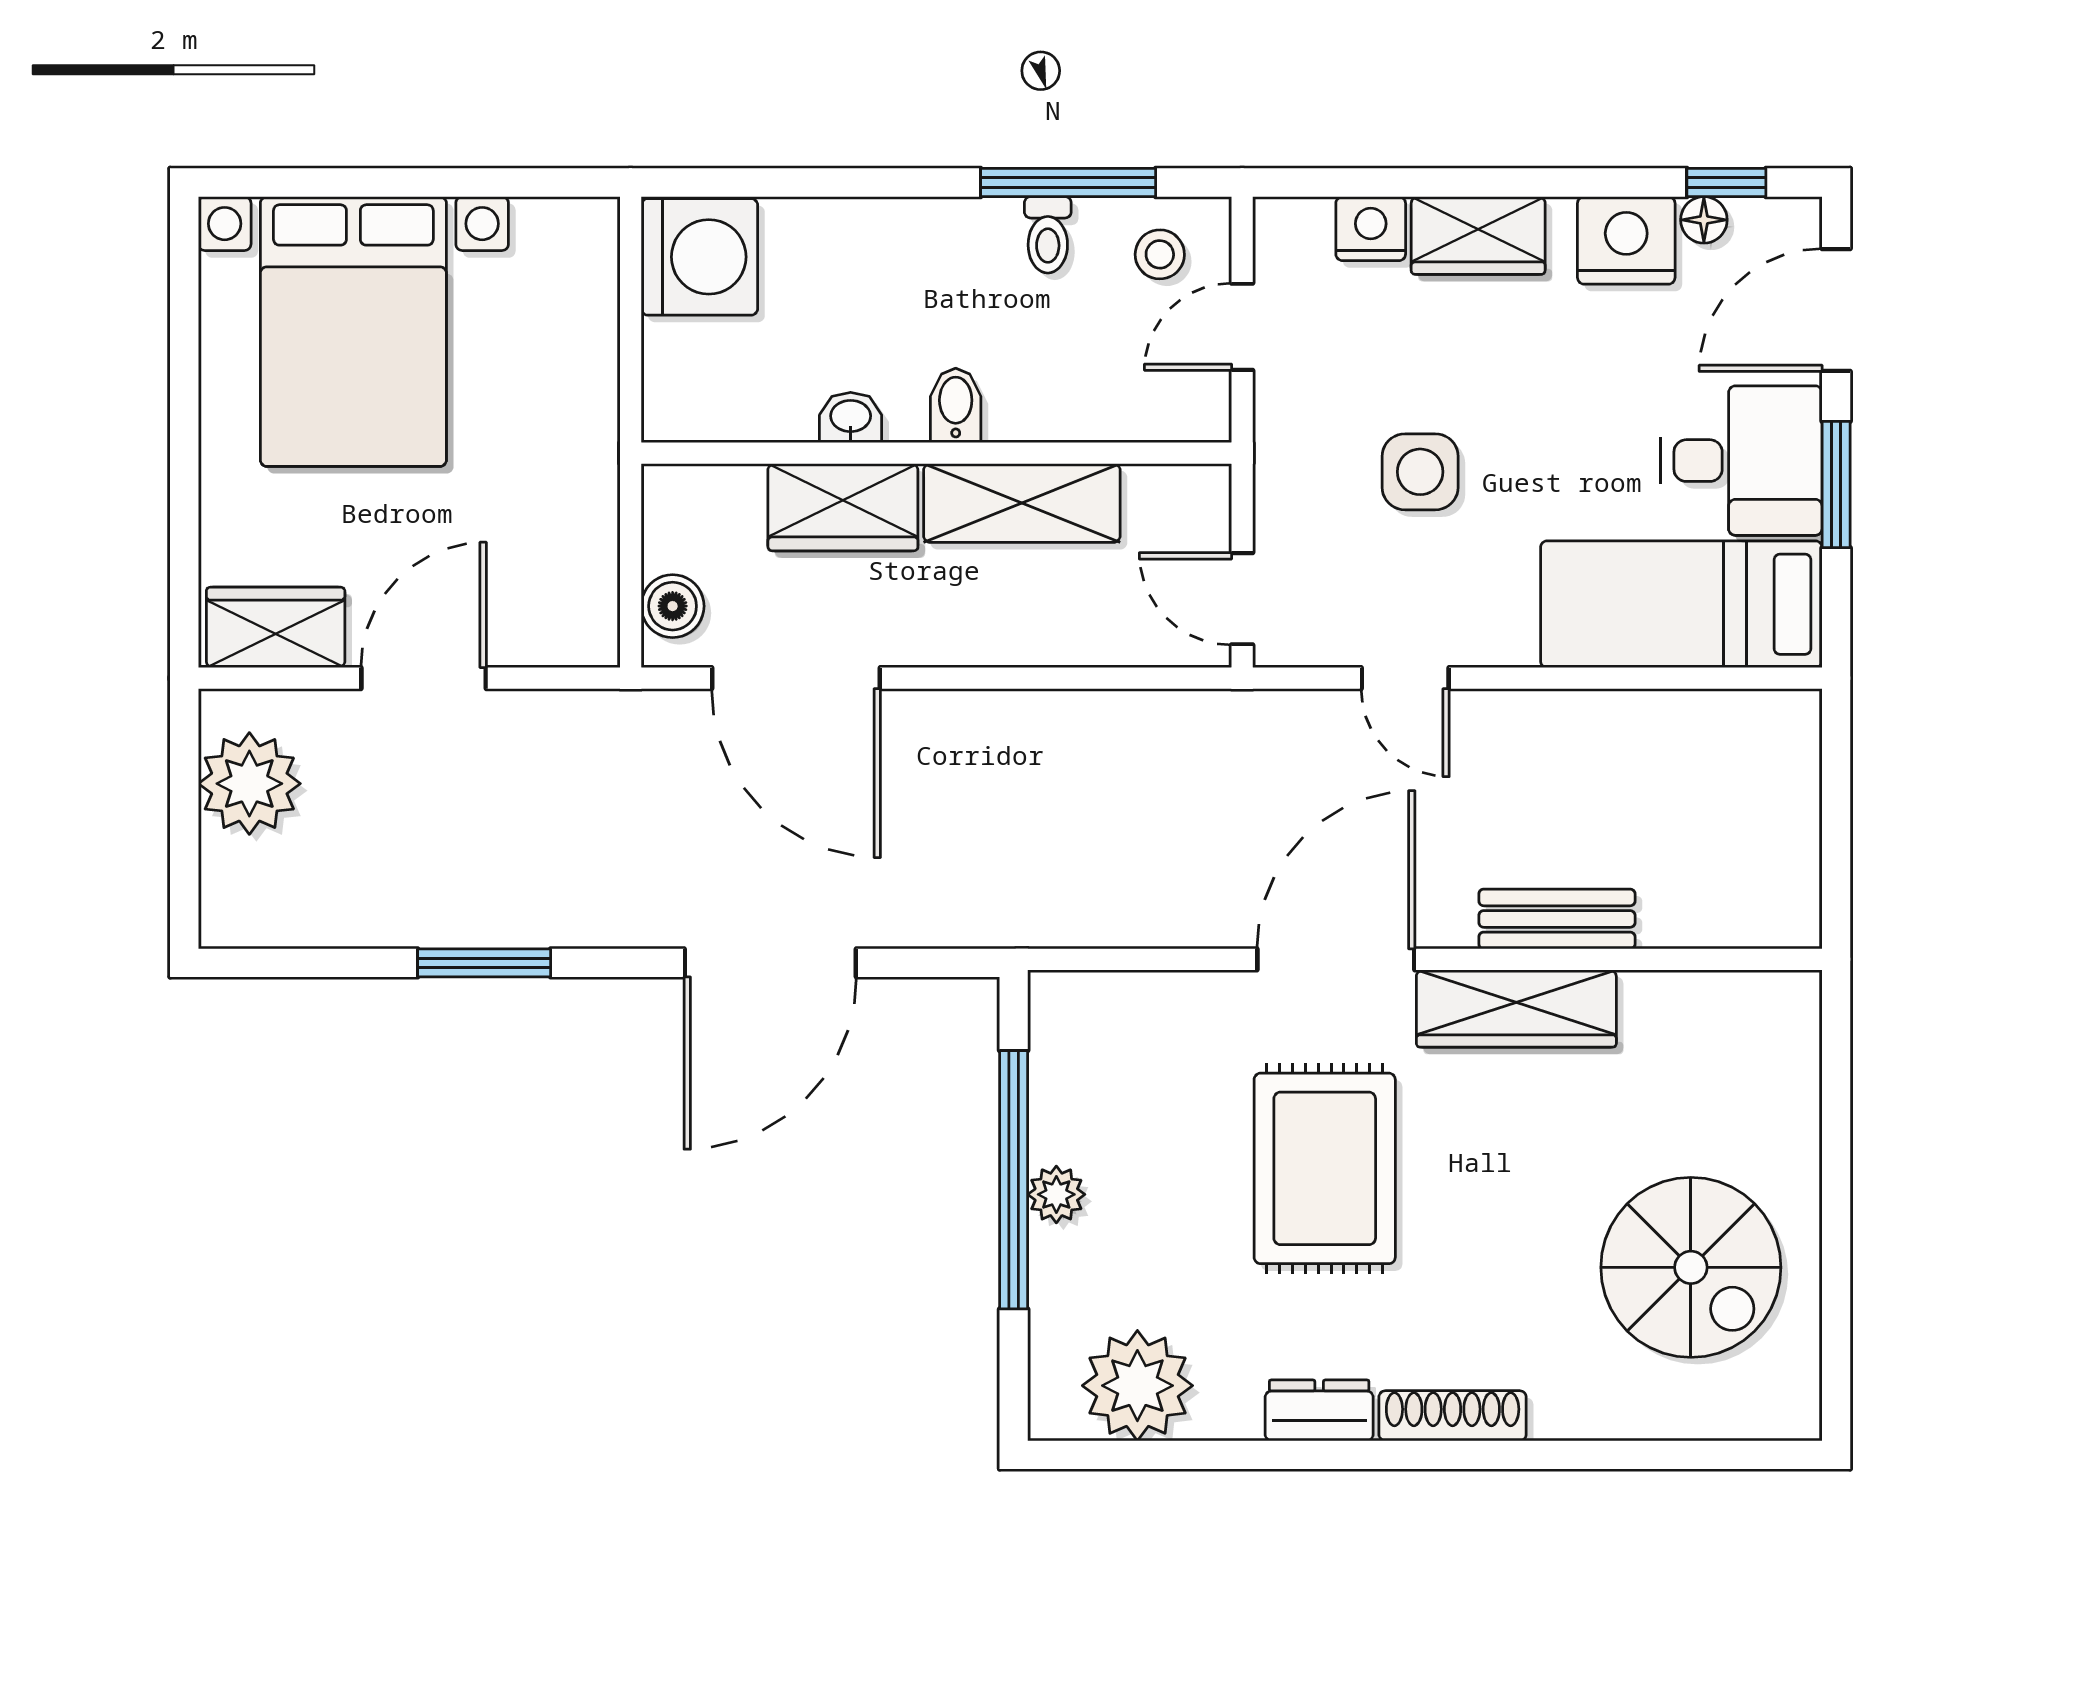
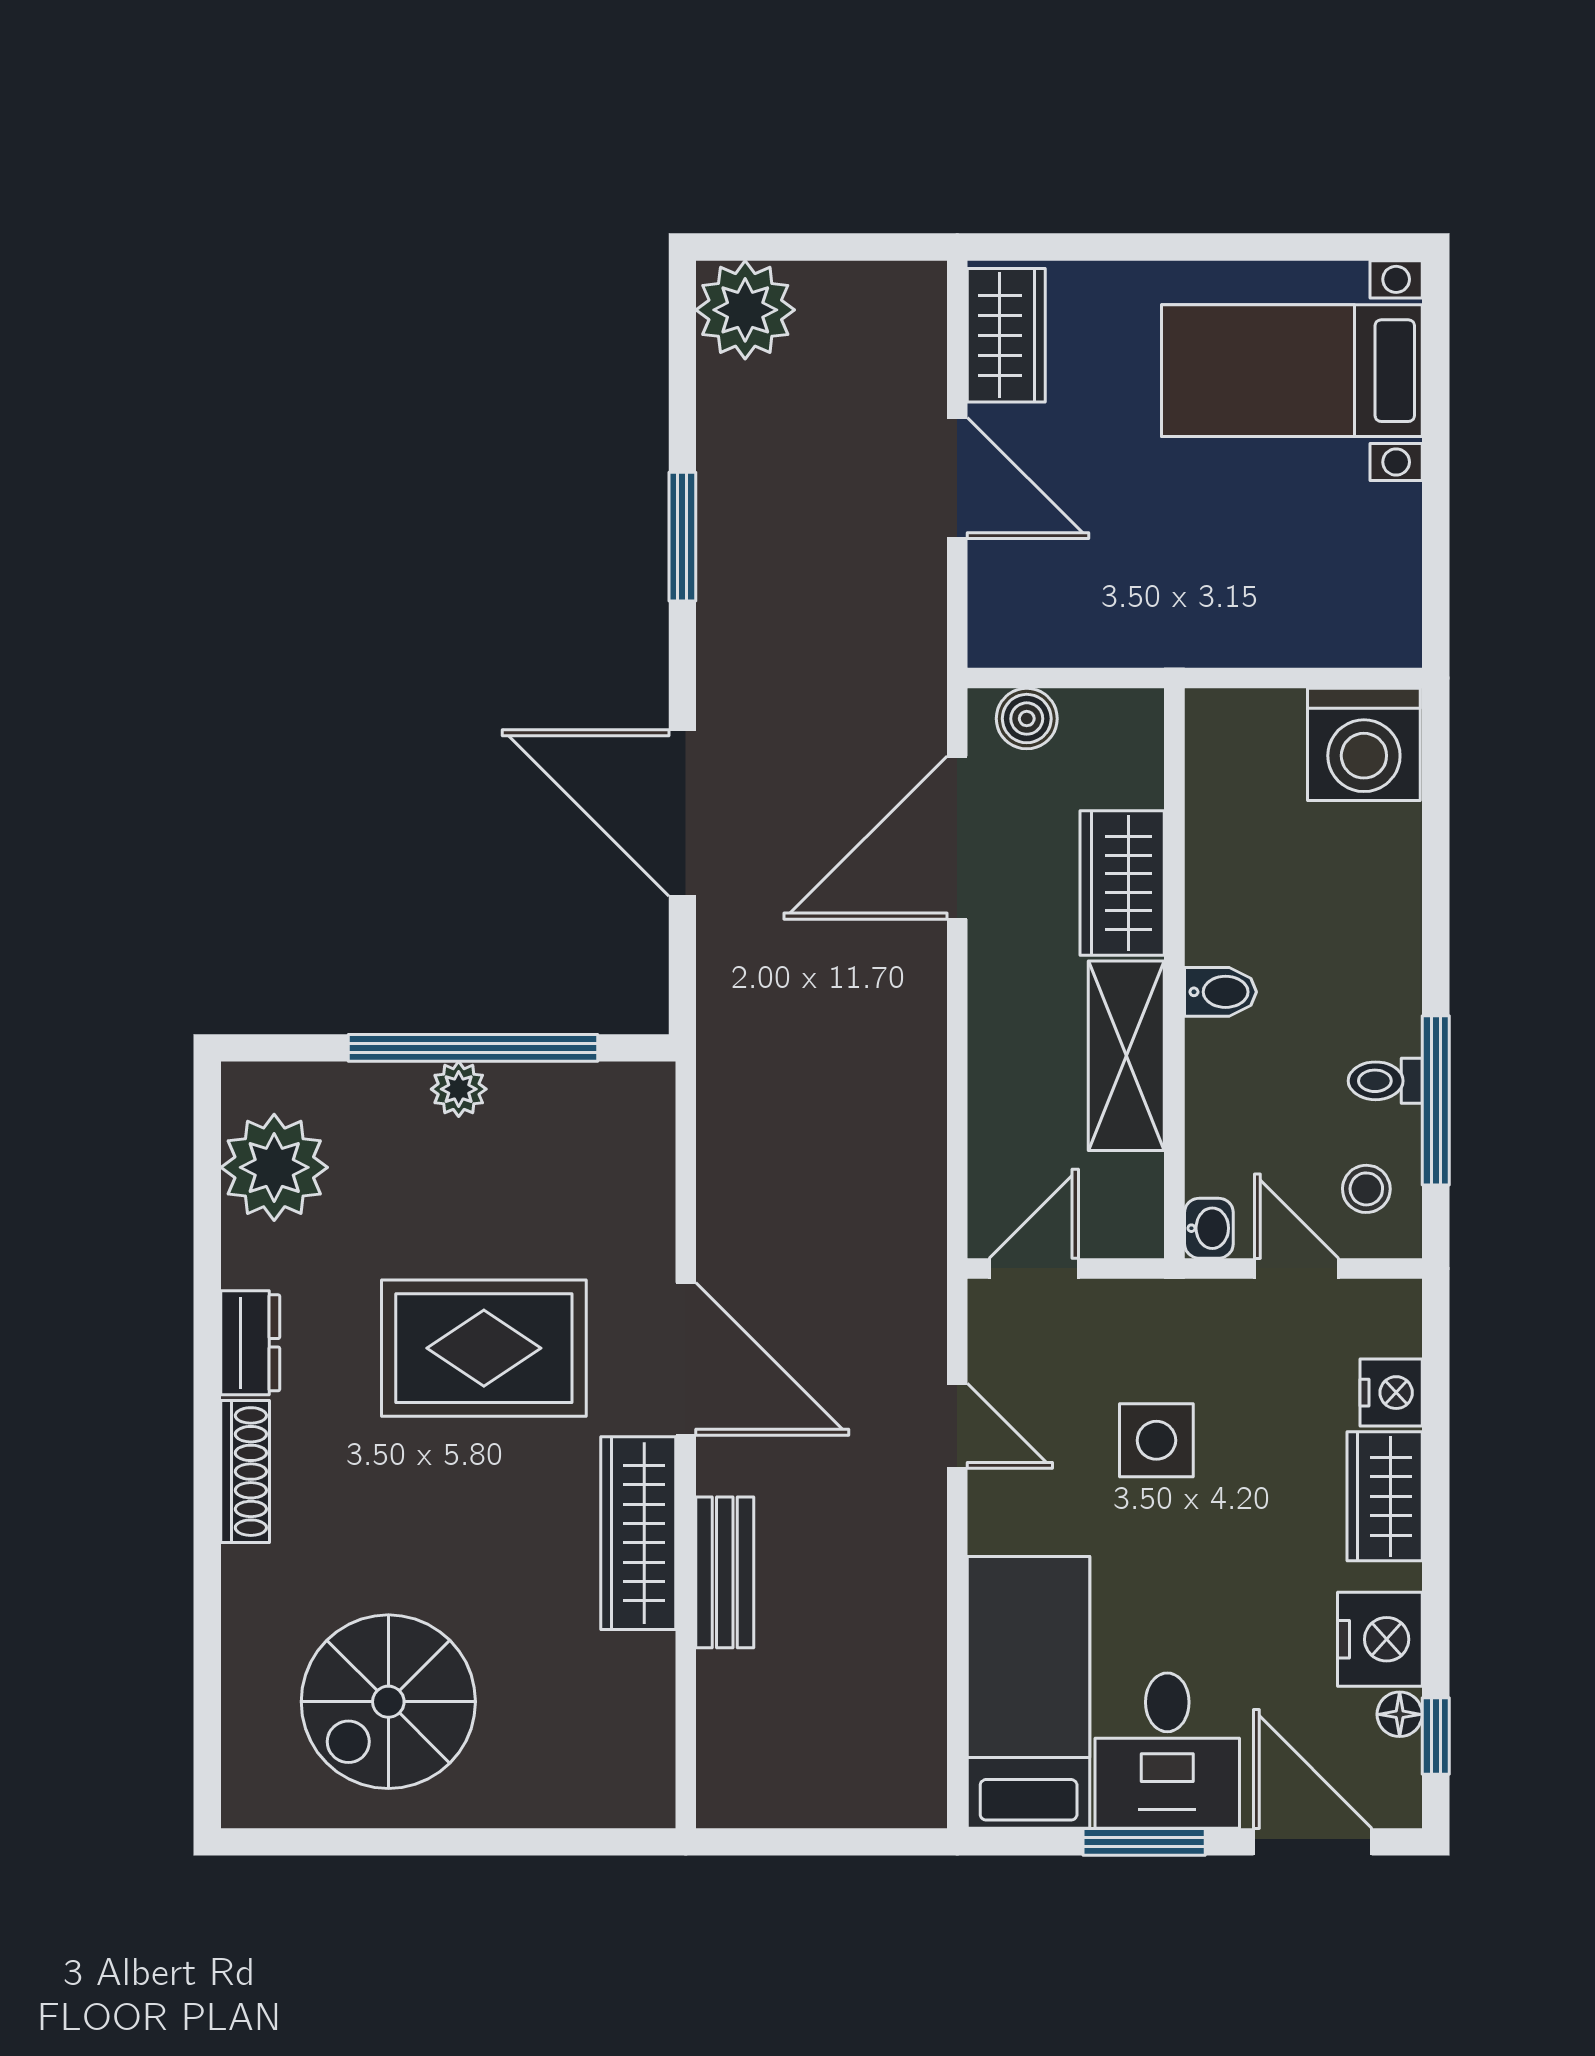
bed with nightstands: (353, 331) -> (1292, 371), width x0.73
washbasin: (851, 417) -> (1209, 1228), moved
door: (1405, 678) -> (957, 1426), swing flipped
plant: (249, 784) -> (745, 310), moved

